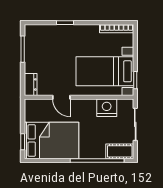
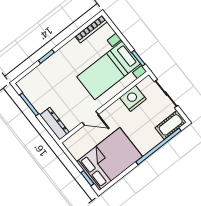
dresser: (31, 84) -> (55, 124), width x1.44

